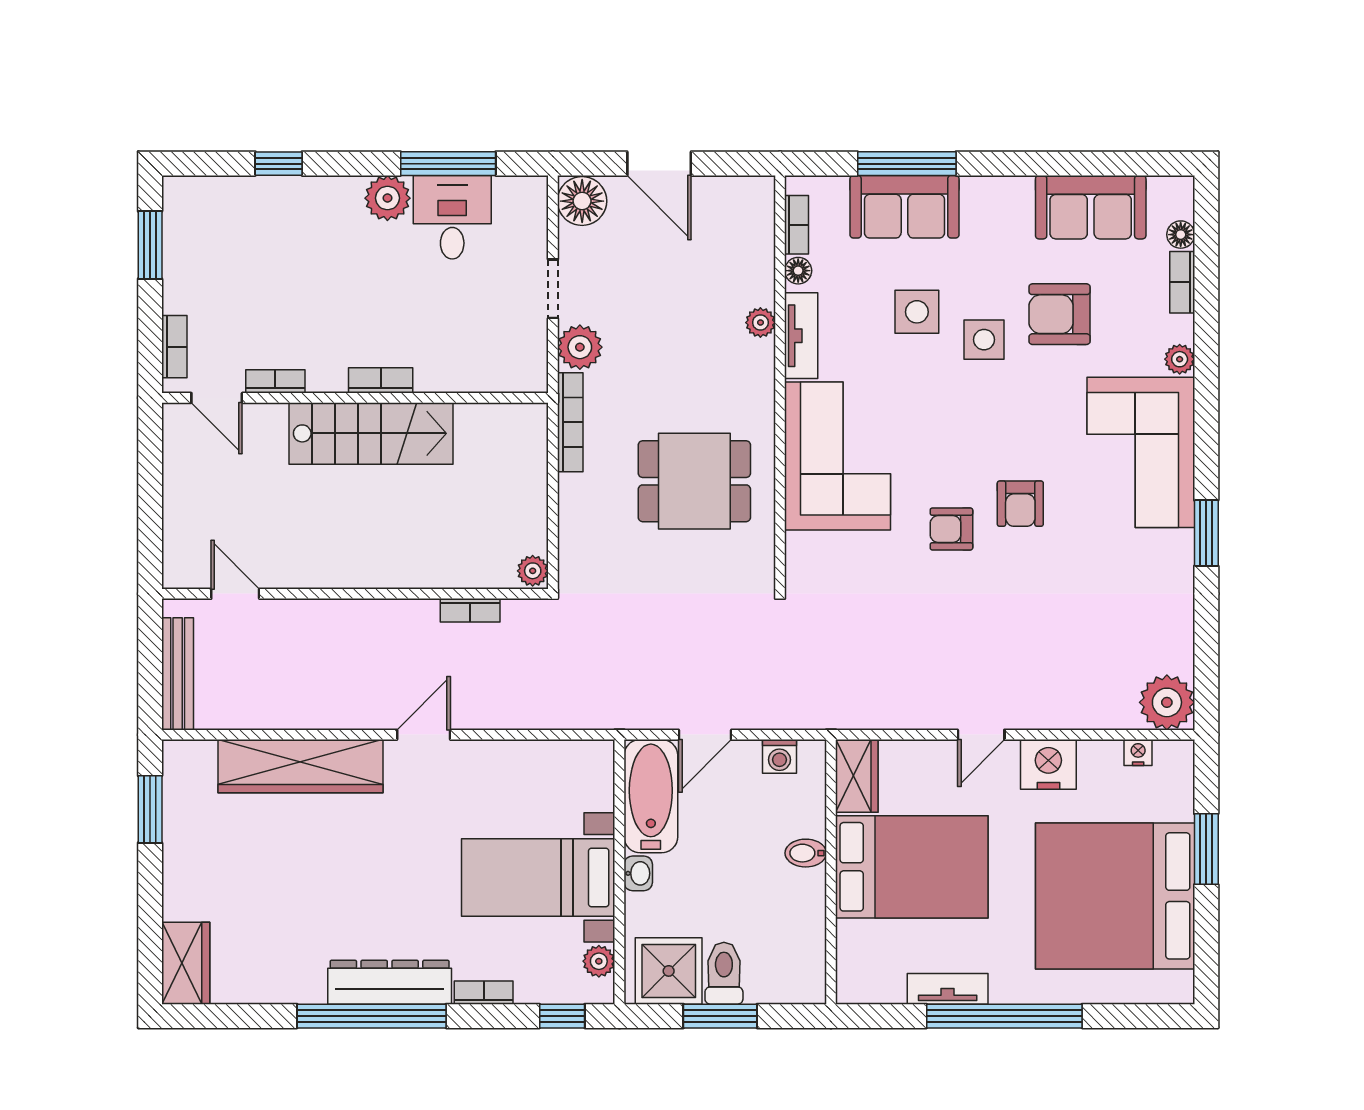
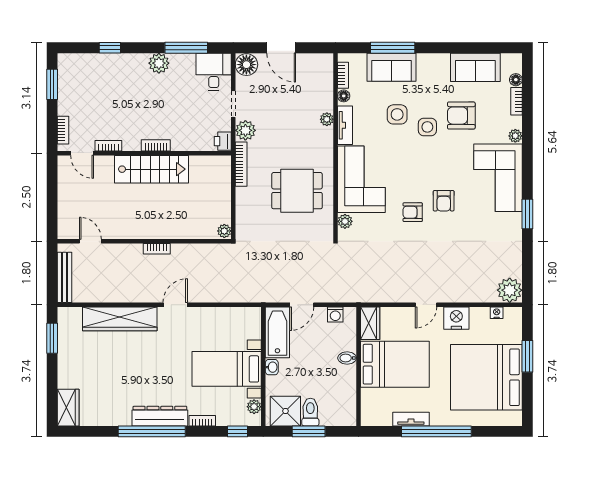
desk: (452, 217) -> (214, 72), moved
printer: (530, 371) -> (223, 141), added
plant: (801, 549) -> (345, 221), added
bookcase: (470, 610) -> (157, 249), moved

